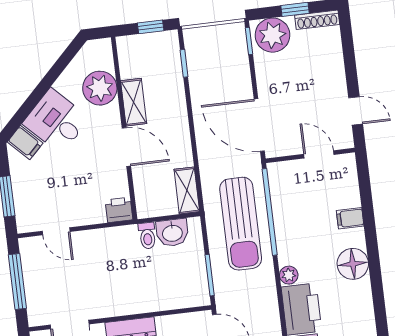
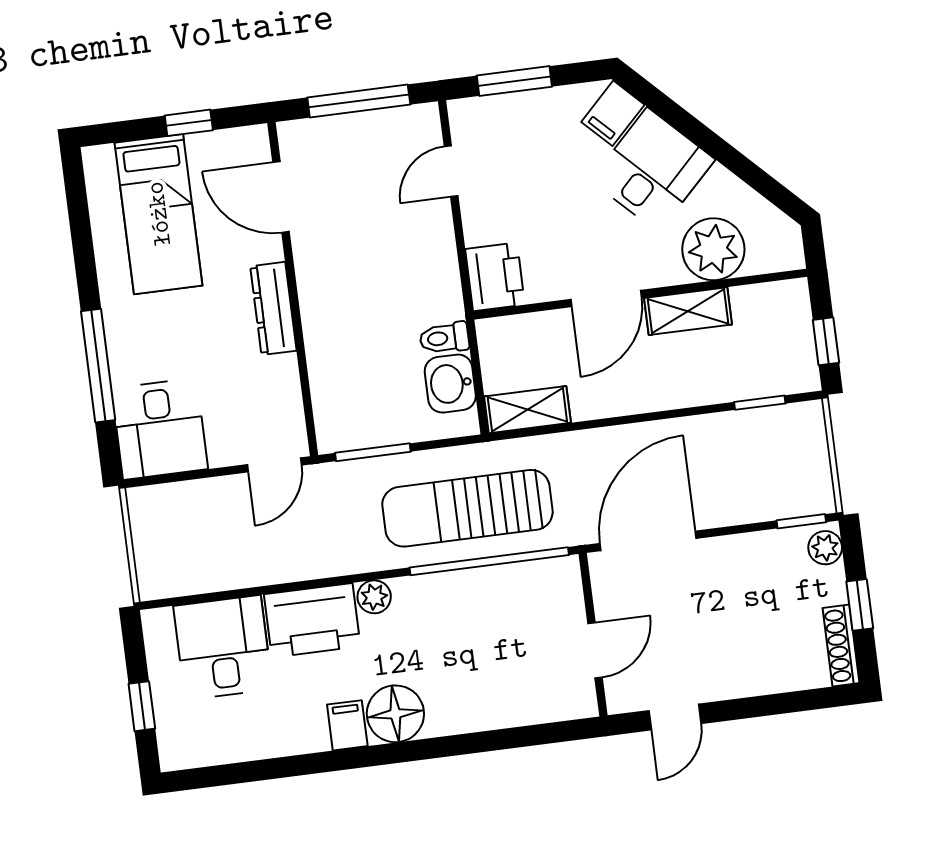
plant: (272, 35) -> (825, 548), width x0.53, depth x0.53
printer: (119, 210) -> (495, 277), width x1.36, depth x1.24
filing cabinet: (350, 218) -> (347, 725), moved

